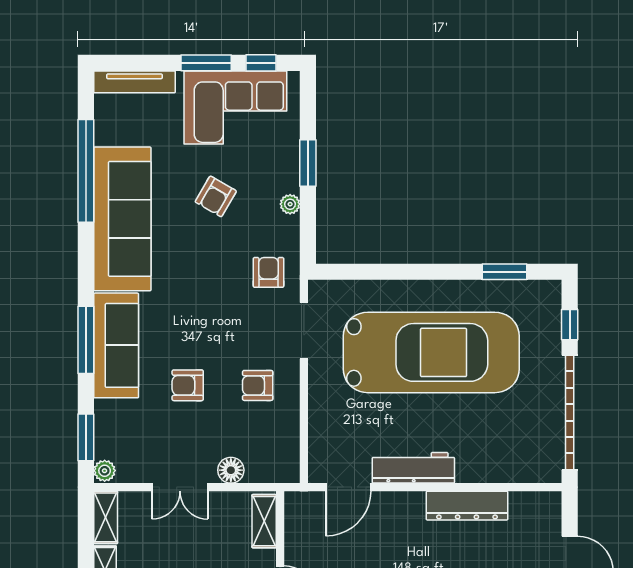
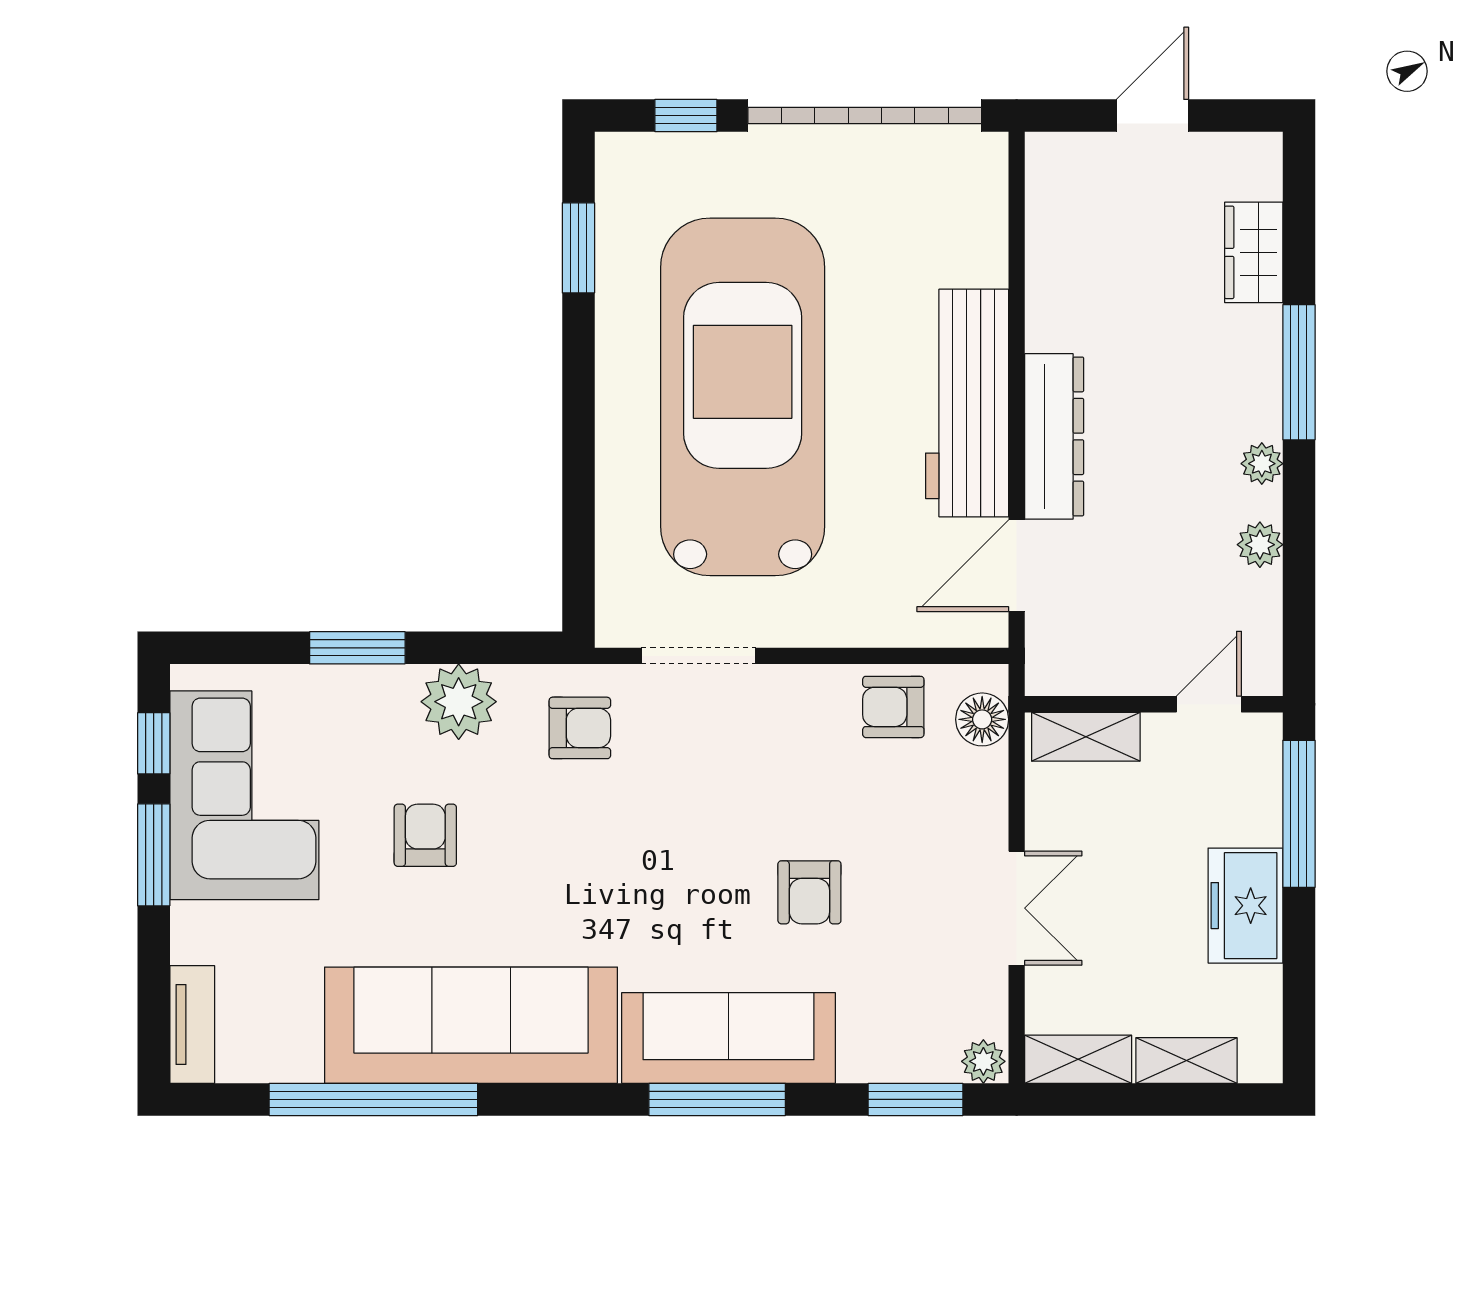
tv unit: (135, 82) -> (192, 1025), width x0.71
armchair: (216, 196) -> (425, 835), turned -120
plant: (290, 204) -> (459, 702), width x1.87, depth x1.87
armchair: (268, 272) -> (580, 728), turned 180
armchair: (258, 385) -> (893, 707), moved, turned 90
workbench: (413, 468) -> (967, 403), width x1.36, depth x1.32
floor lamp: (231, 470) -> (982, 719), moved
door: (348, 487) -> (1017, 566), swing flipped
dresser: (467, 506) -> (1054, 436), moved

